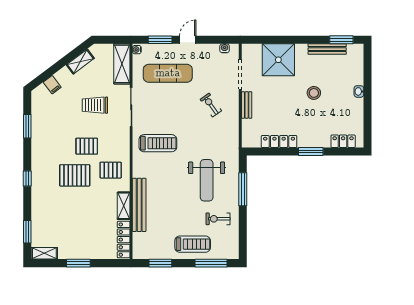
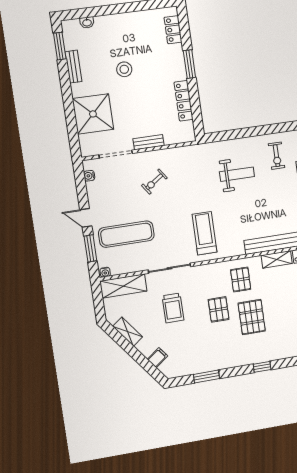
bench: (327, 49) -> (74, 67), width x0.73
exercise mat: (168, 73) -> (126, 234), turned 90
washbasin: (359, 91) -> (87, 22), moved
weight bench: (207, 180) -> (237, 174), width x0.73, depth x0.75
window: (243, 189) -> (241, 133), removed

